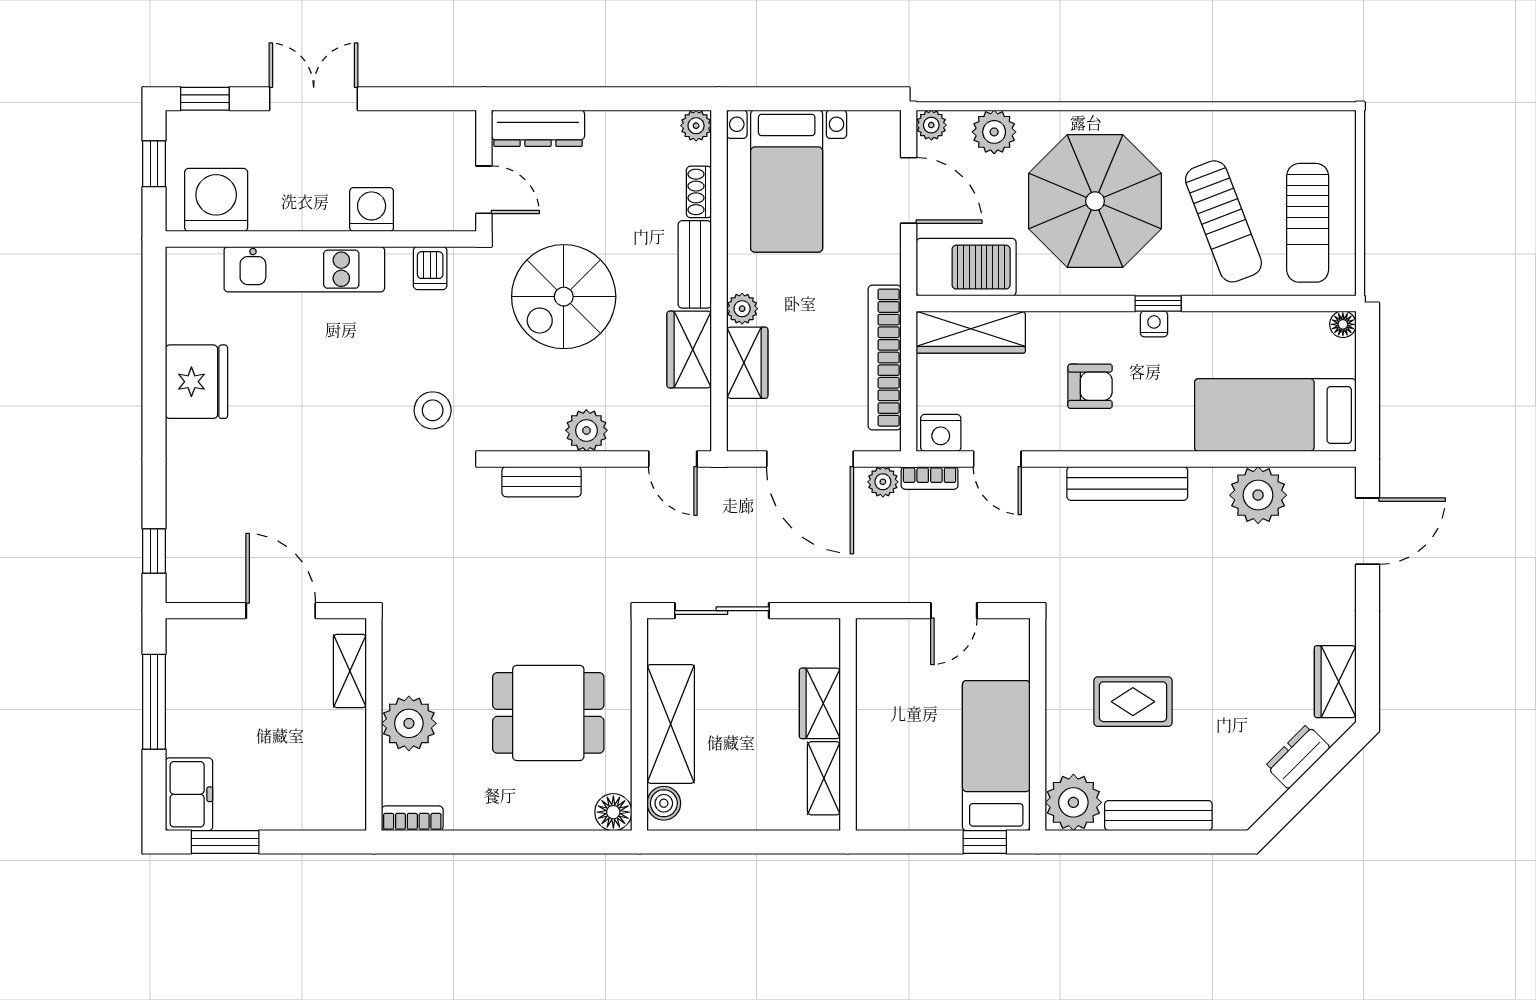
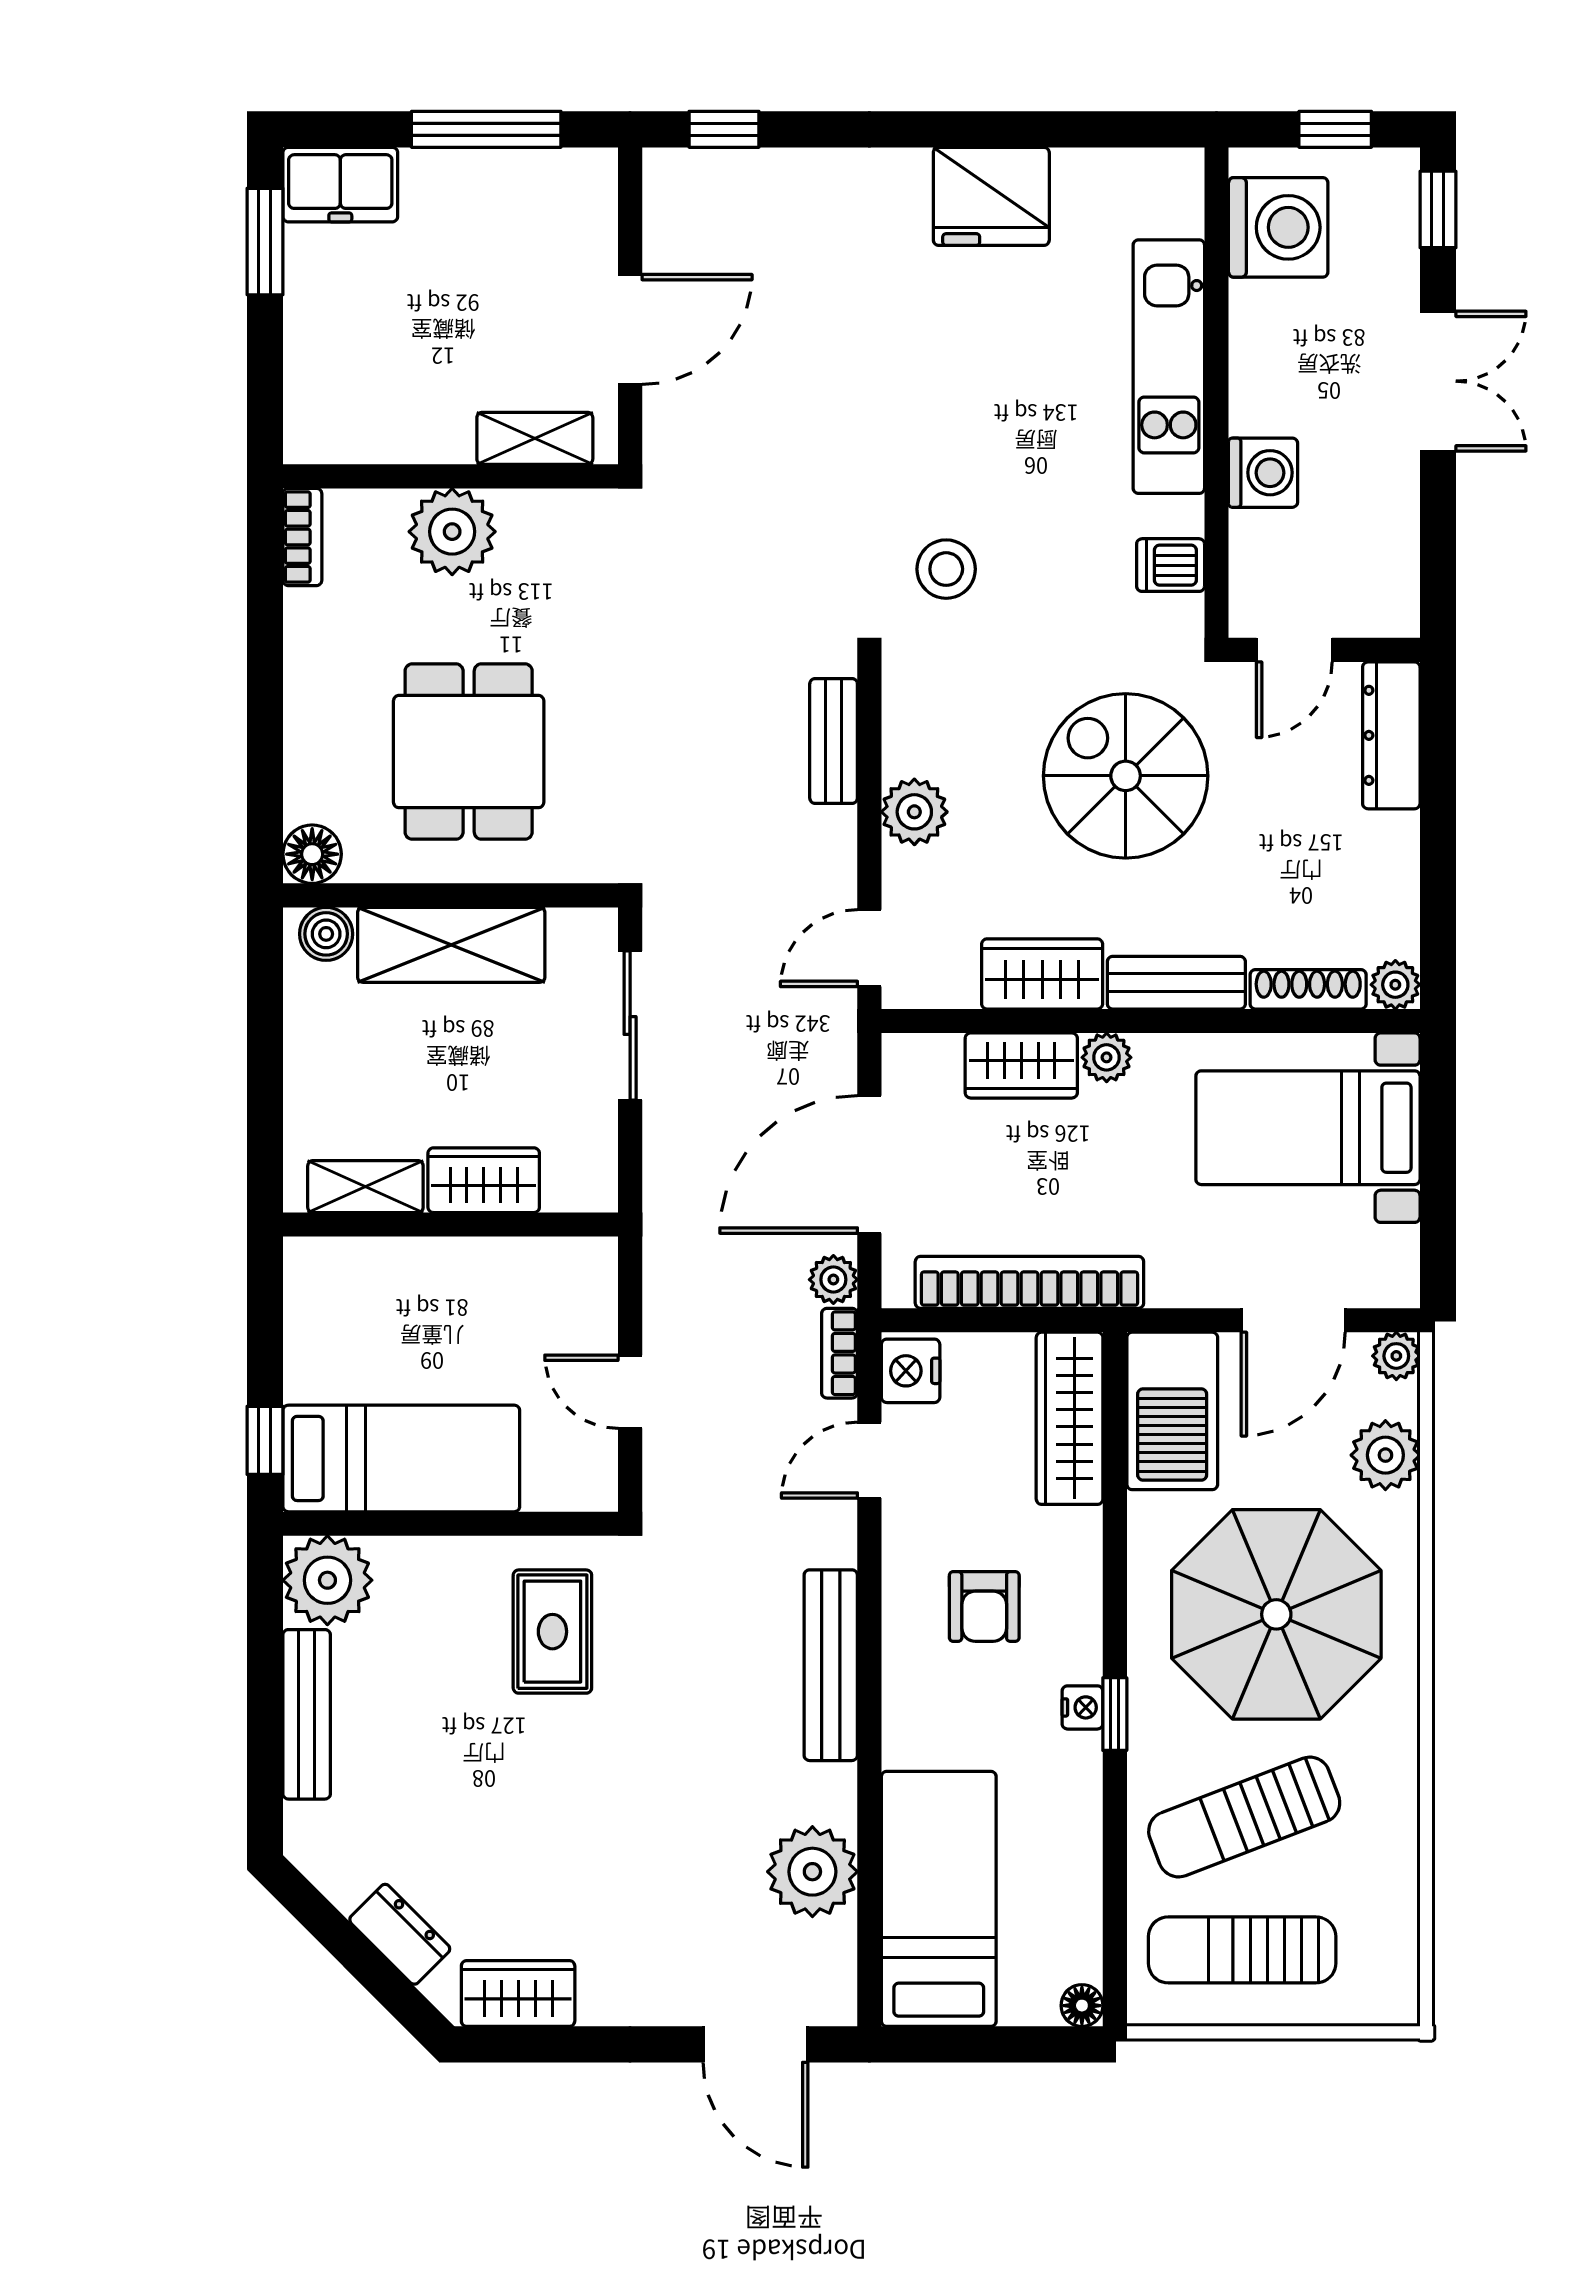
shoe rack: (699, 192) -> (1308, 989), width x1.43
rug: (1133, 702) -> (552, 1632), moved

